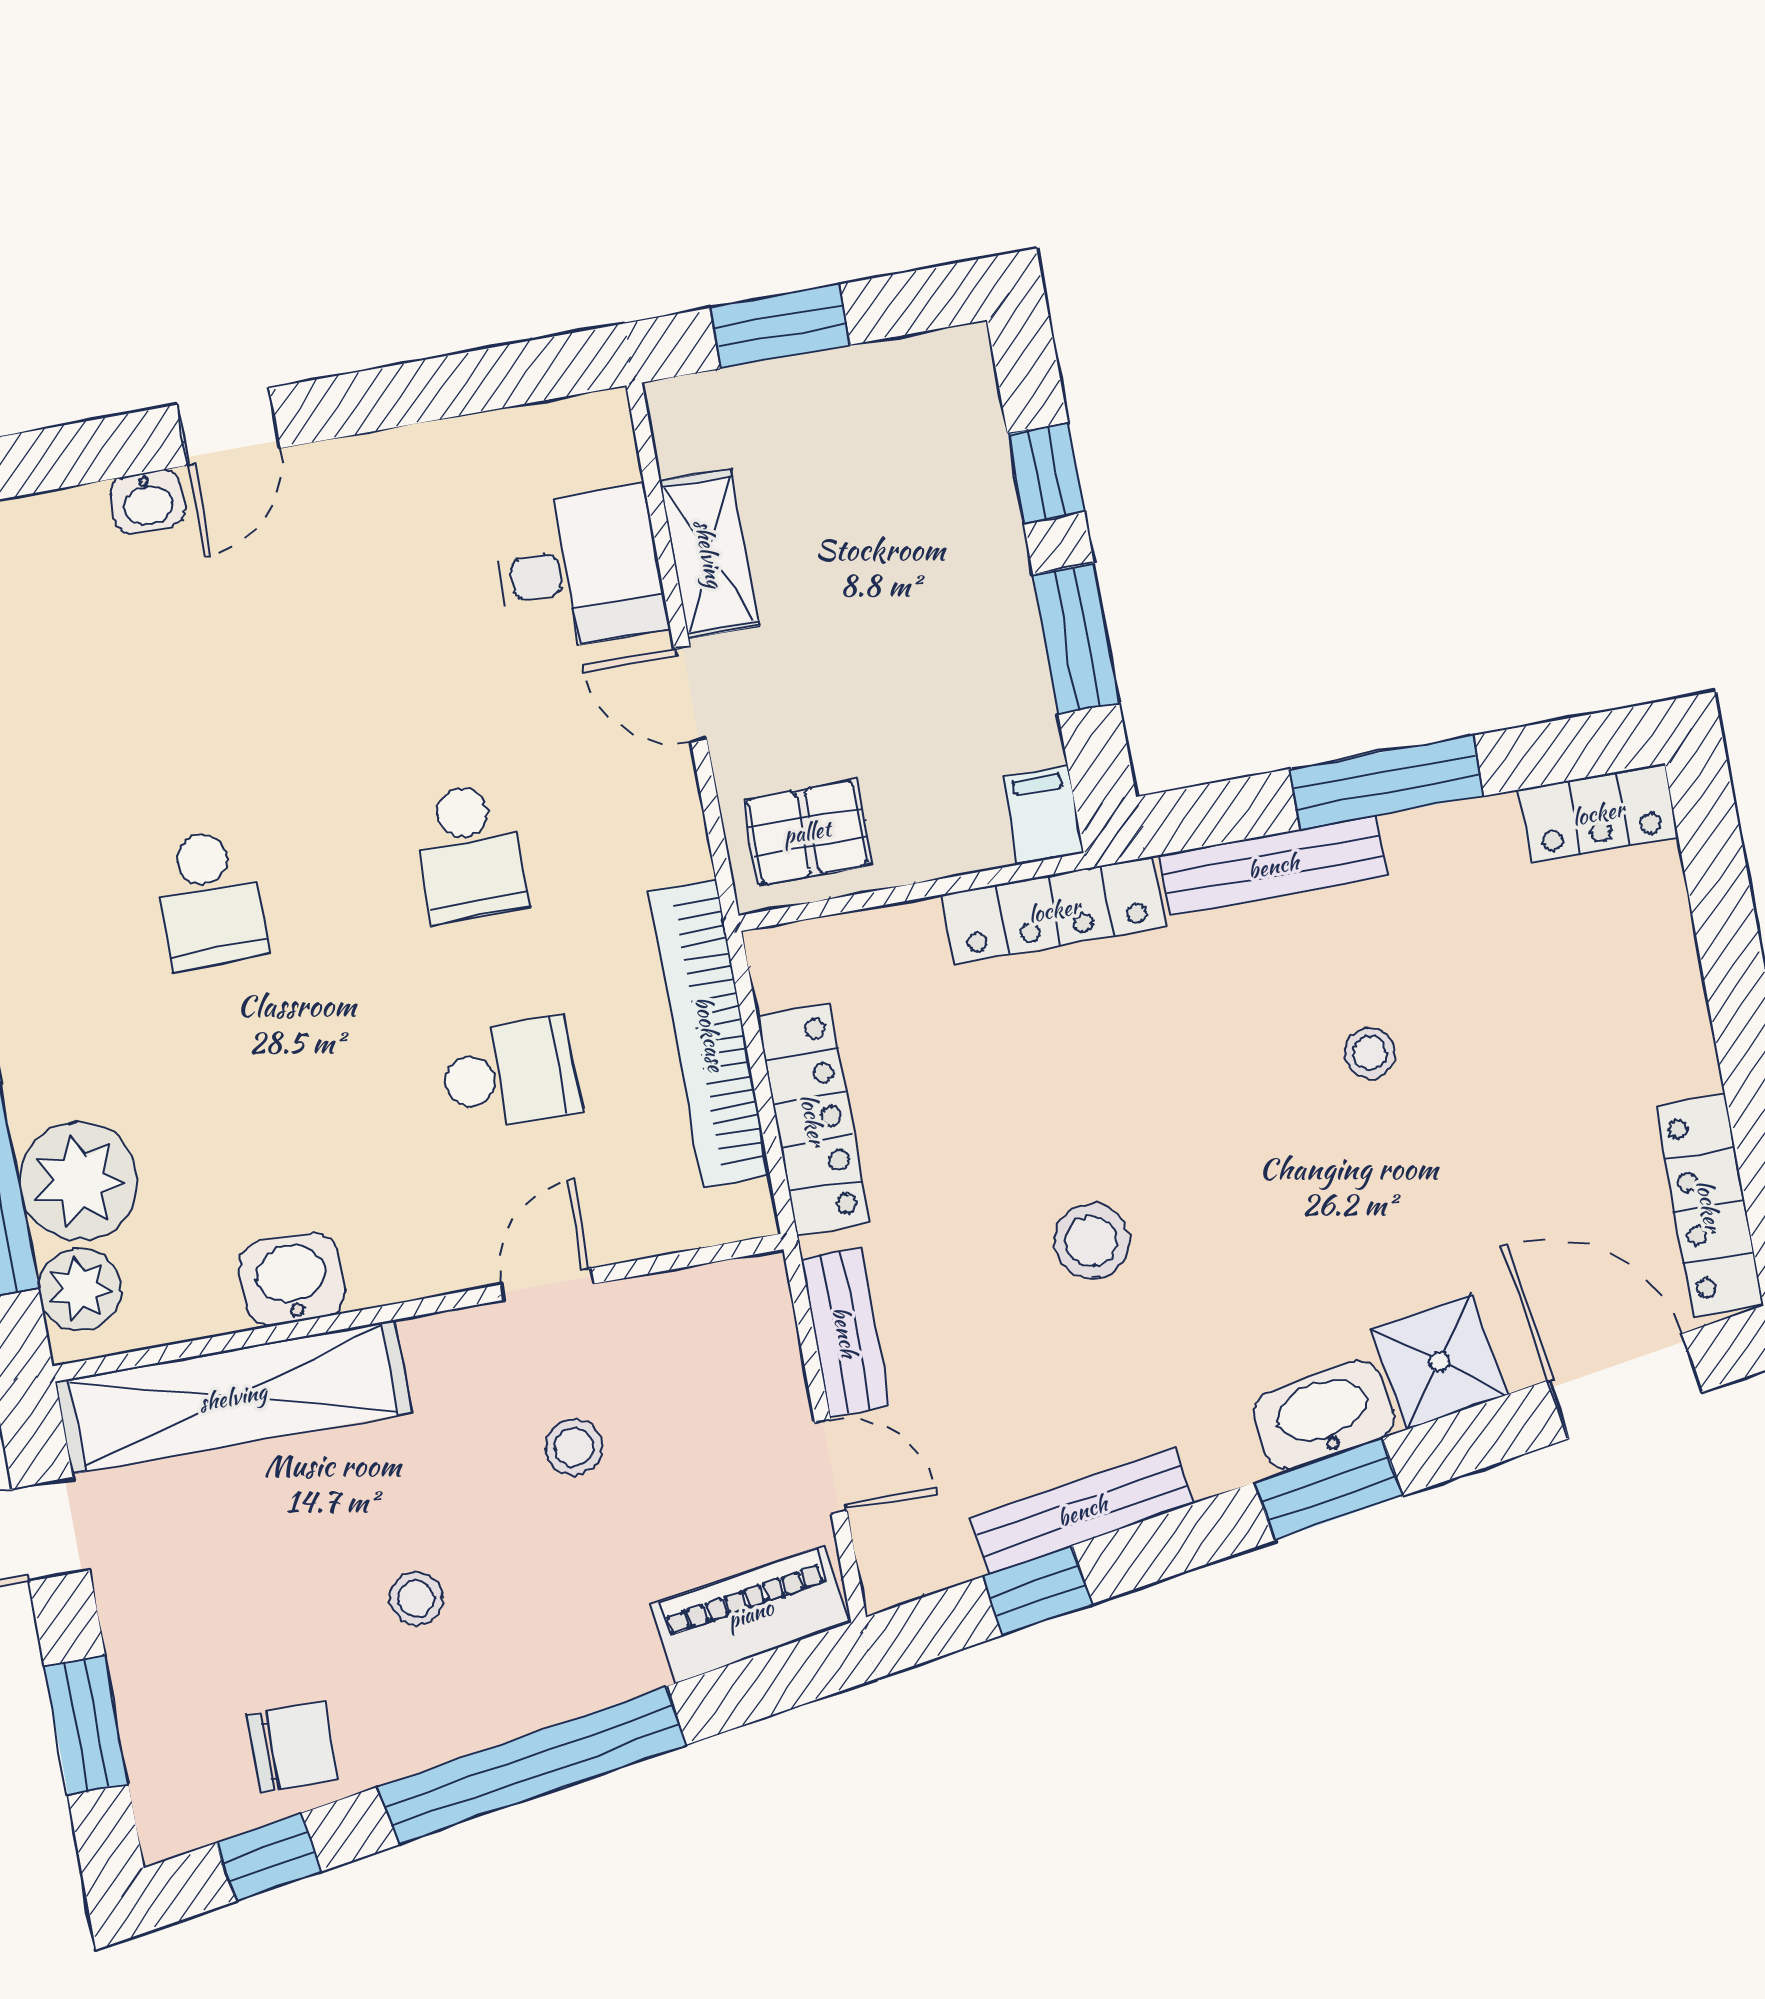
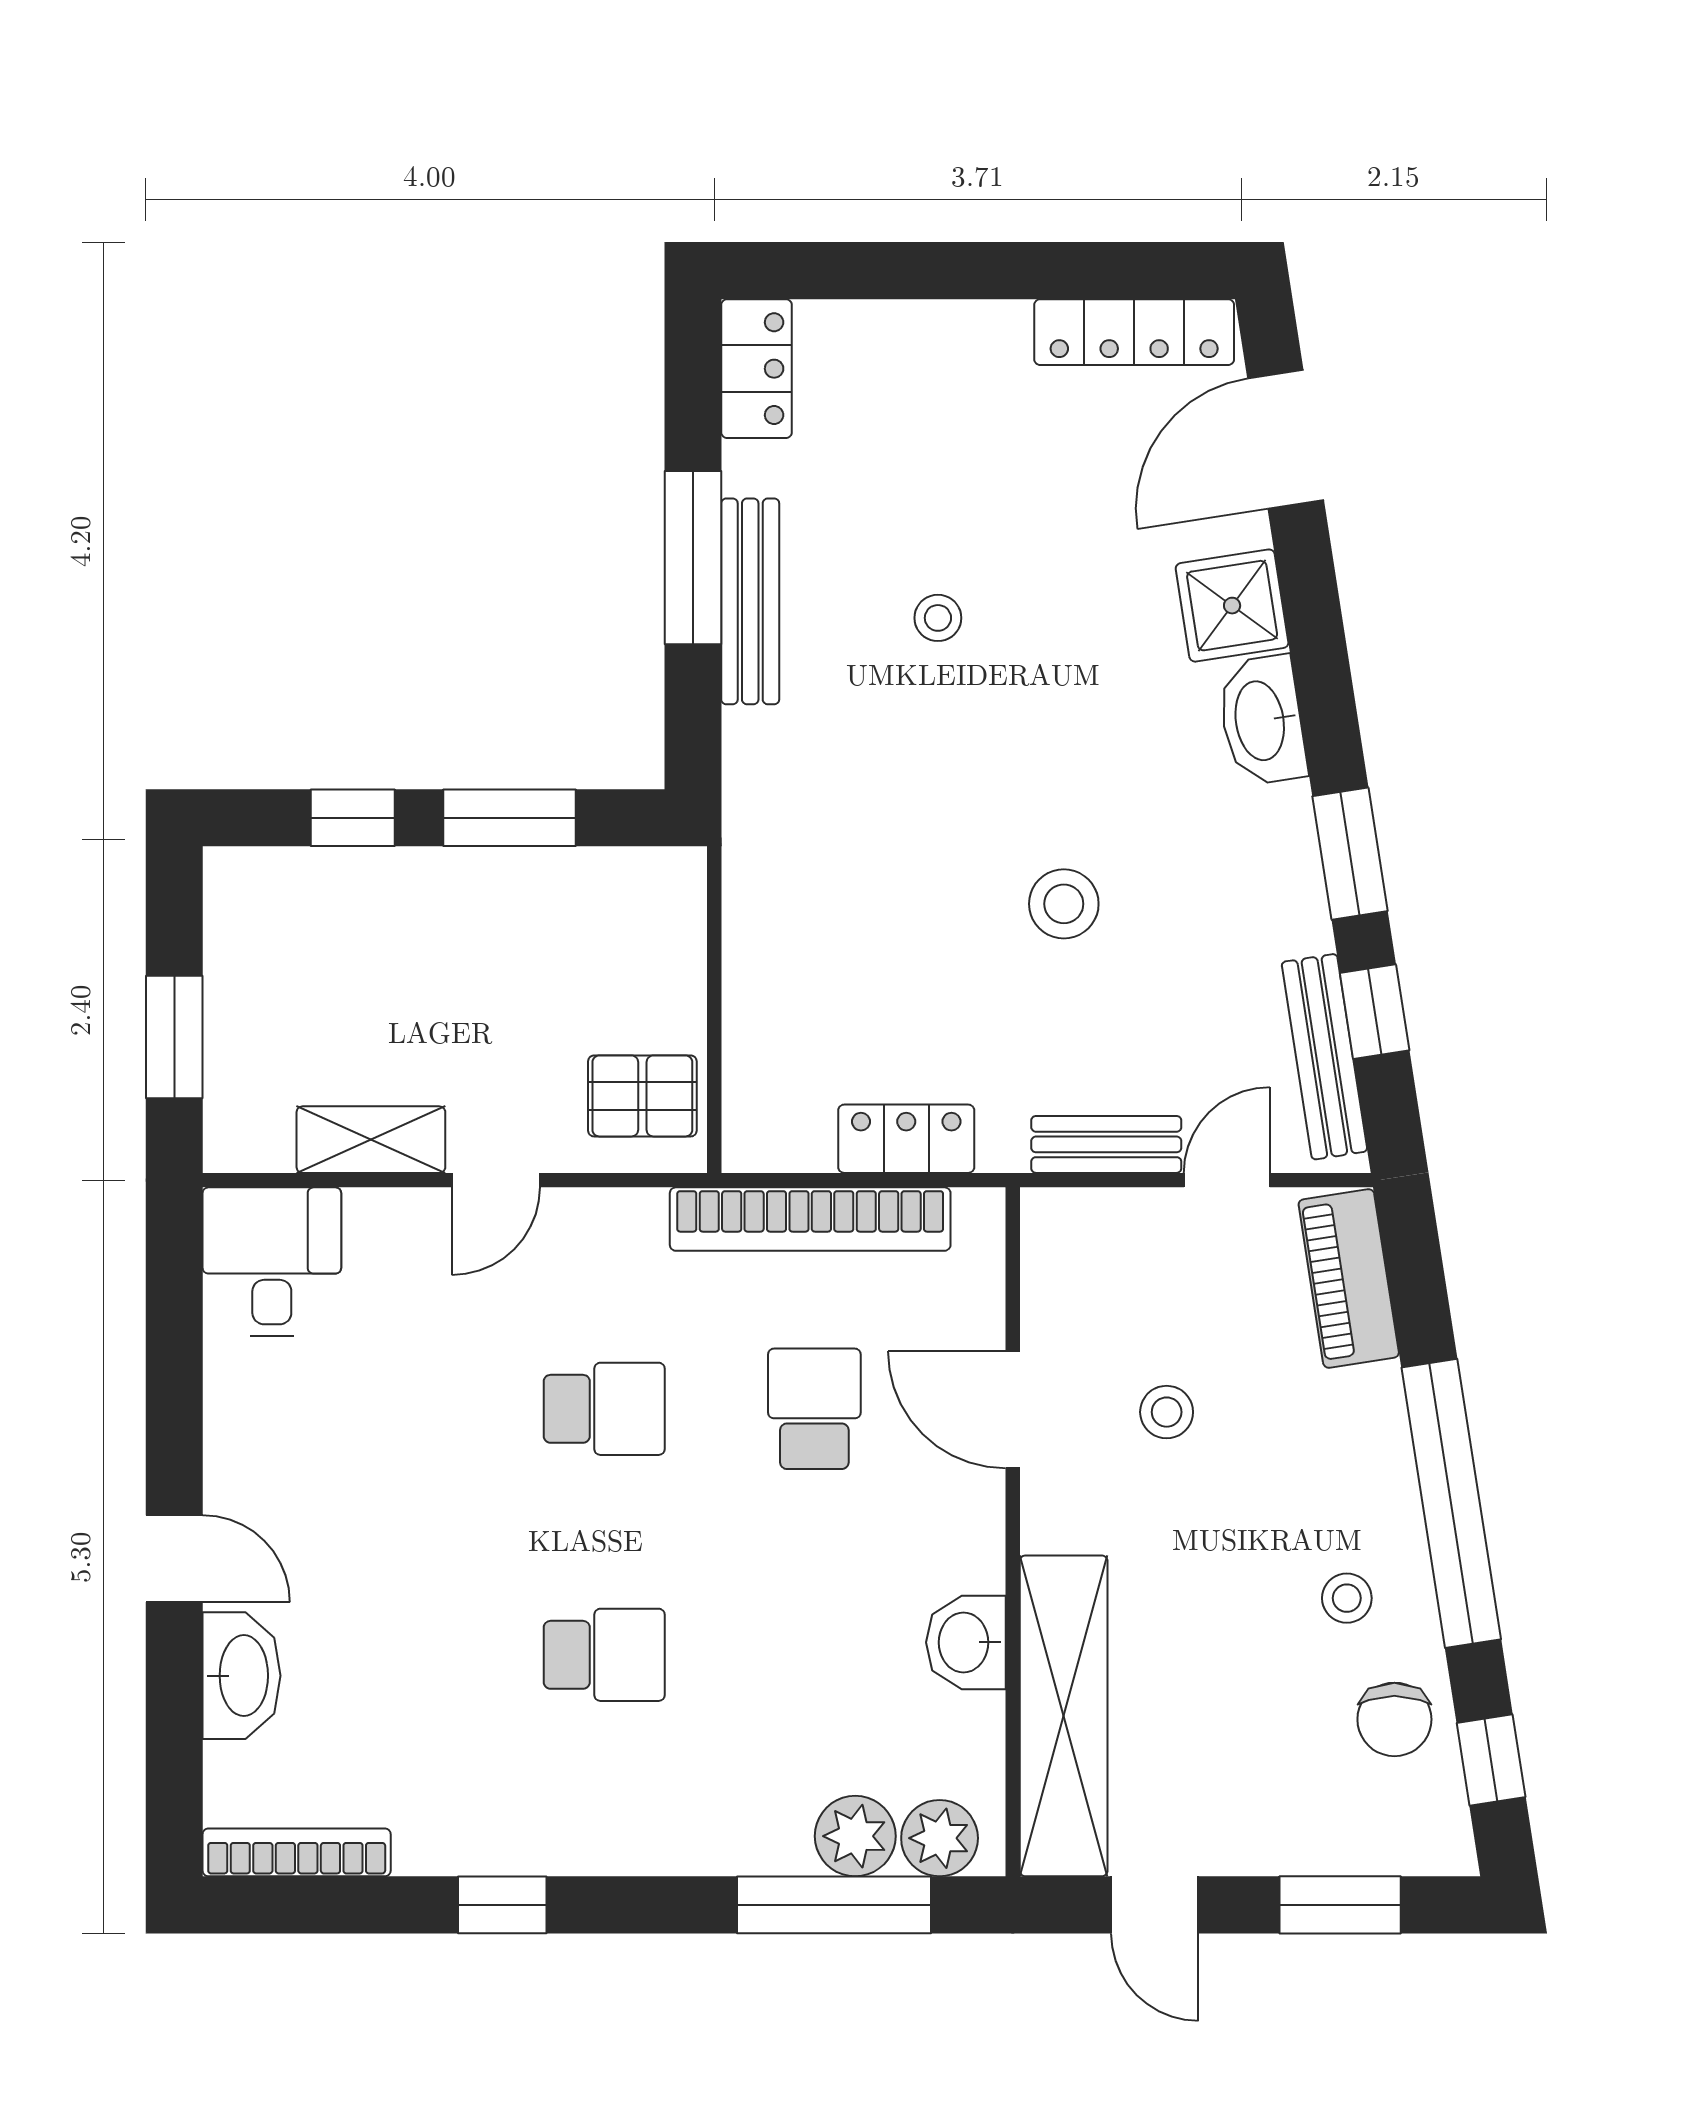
washbasin: (147, 502) -> (242, 1676), width x1.91, depth x1.45
desk: (579, 570) -> (272, 1262), moved
filing cabinet: (1043, 815) -> (666, 877), removed
pallet: (807, 832) -> (642, 1096), turned 90
bench: (1273, 866) -> (750, 601), moved
locker: (1054, 910) -> (754, 883), removed
locker: (813, 1120) -> (906, 1139), width x0.66
plant: (79, 1181) -> (855, 1836), width x0.73, depth x0.73
door: (547, 1284) -> (1013, 1410), width x1.37
window: (1329, 1489) -> (1350, 854), moved
bench: (1082, 1511) -> (1324, 1057), moved
stool: (416, 1599) -> (1347, 1598), moved
chair: (293, 1747) -> (1394, 1719), turned 180

